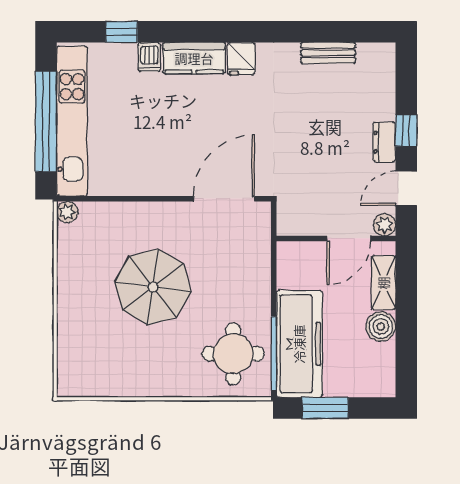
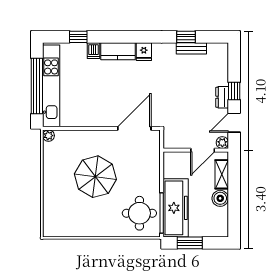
window: (318, 32) -> (186, 37), added

